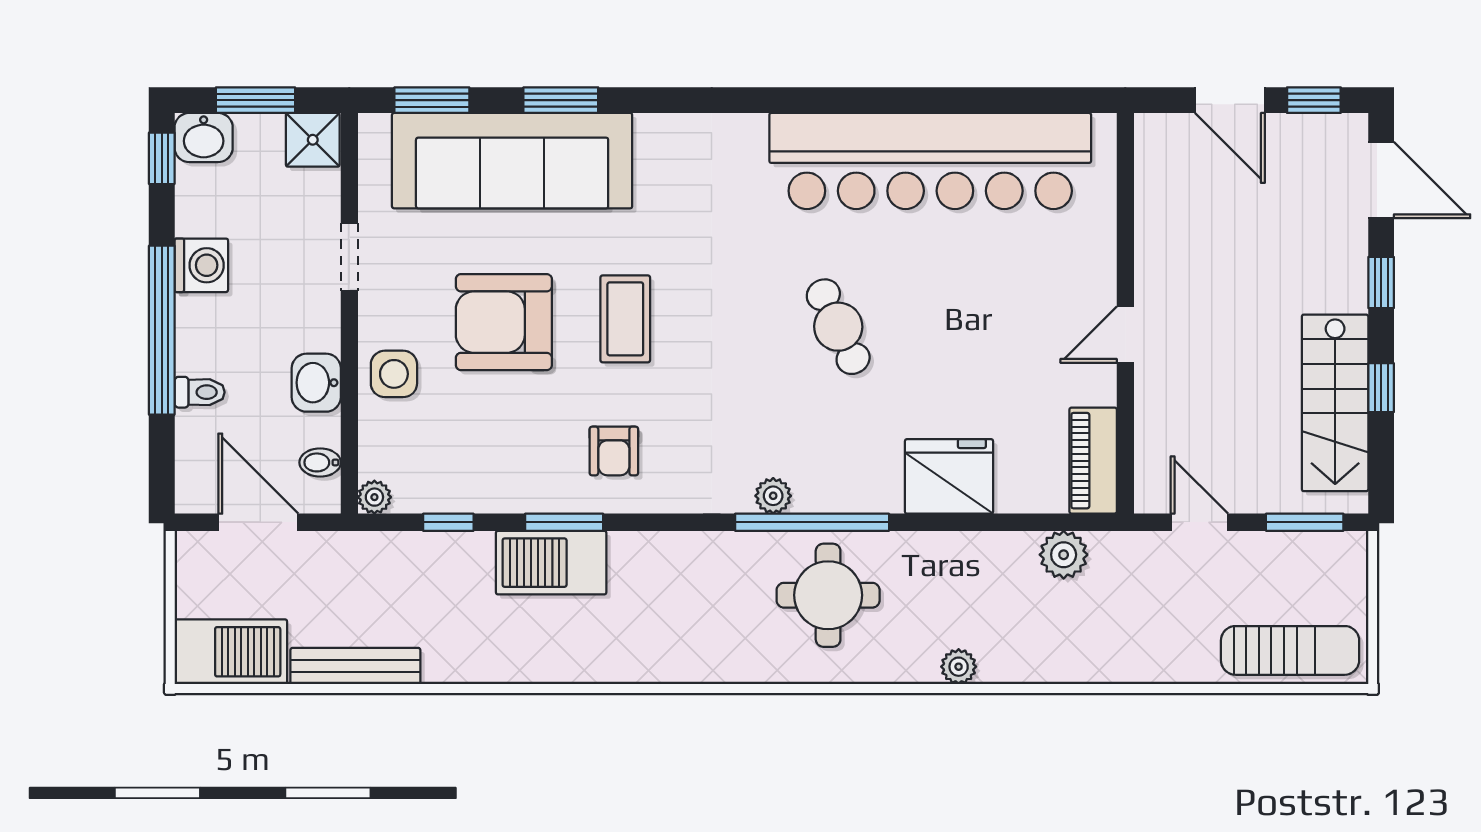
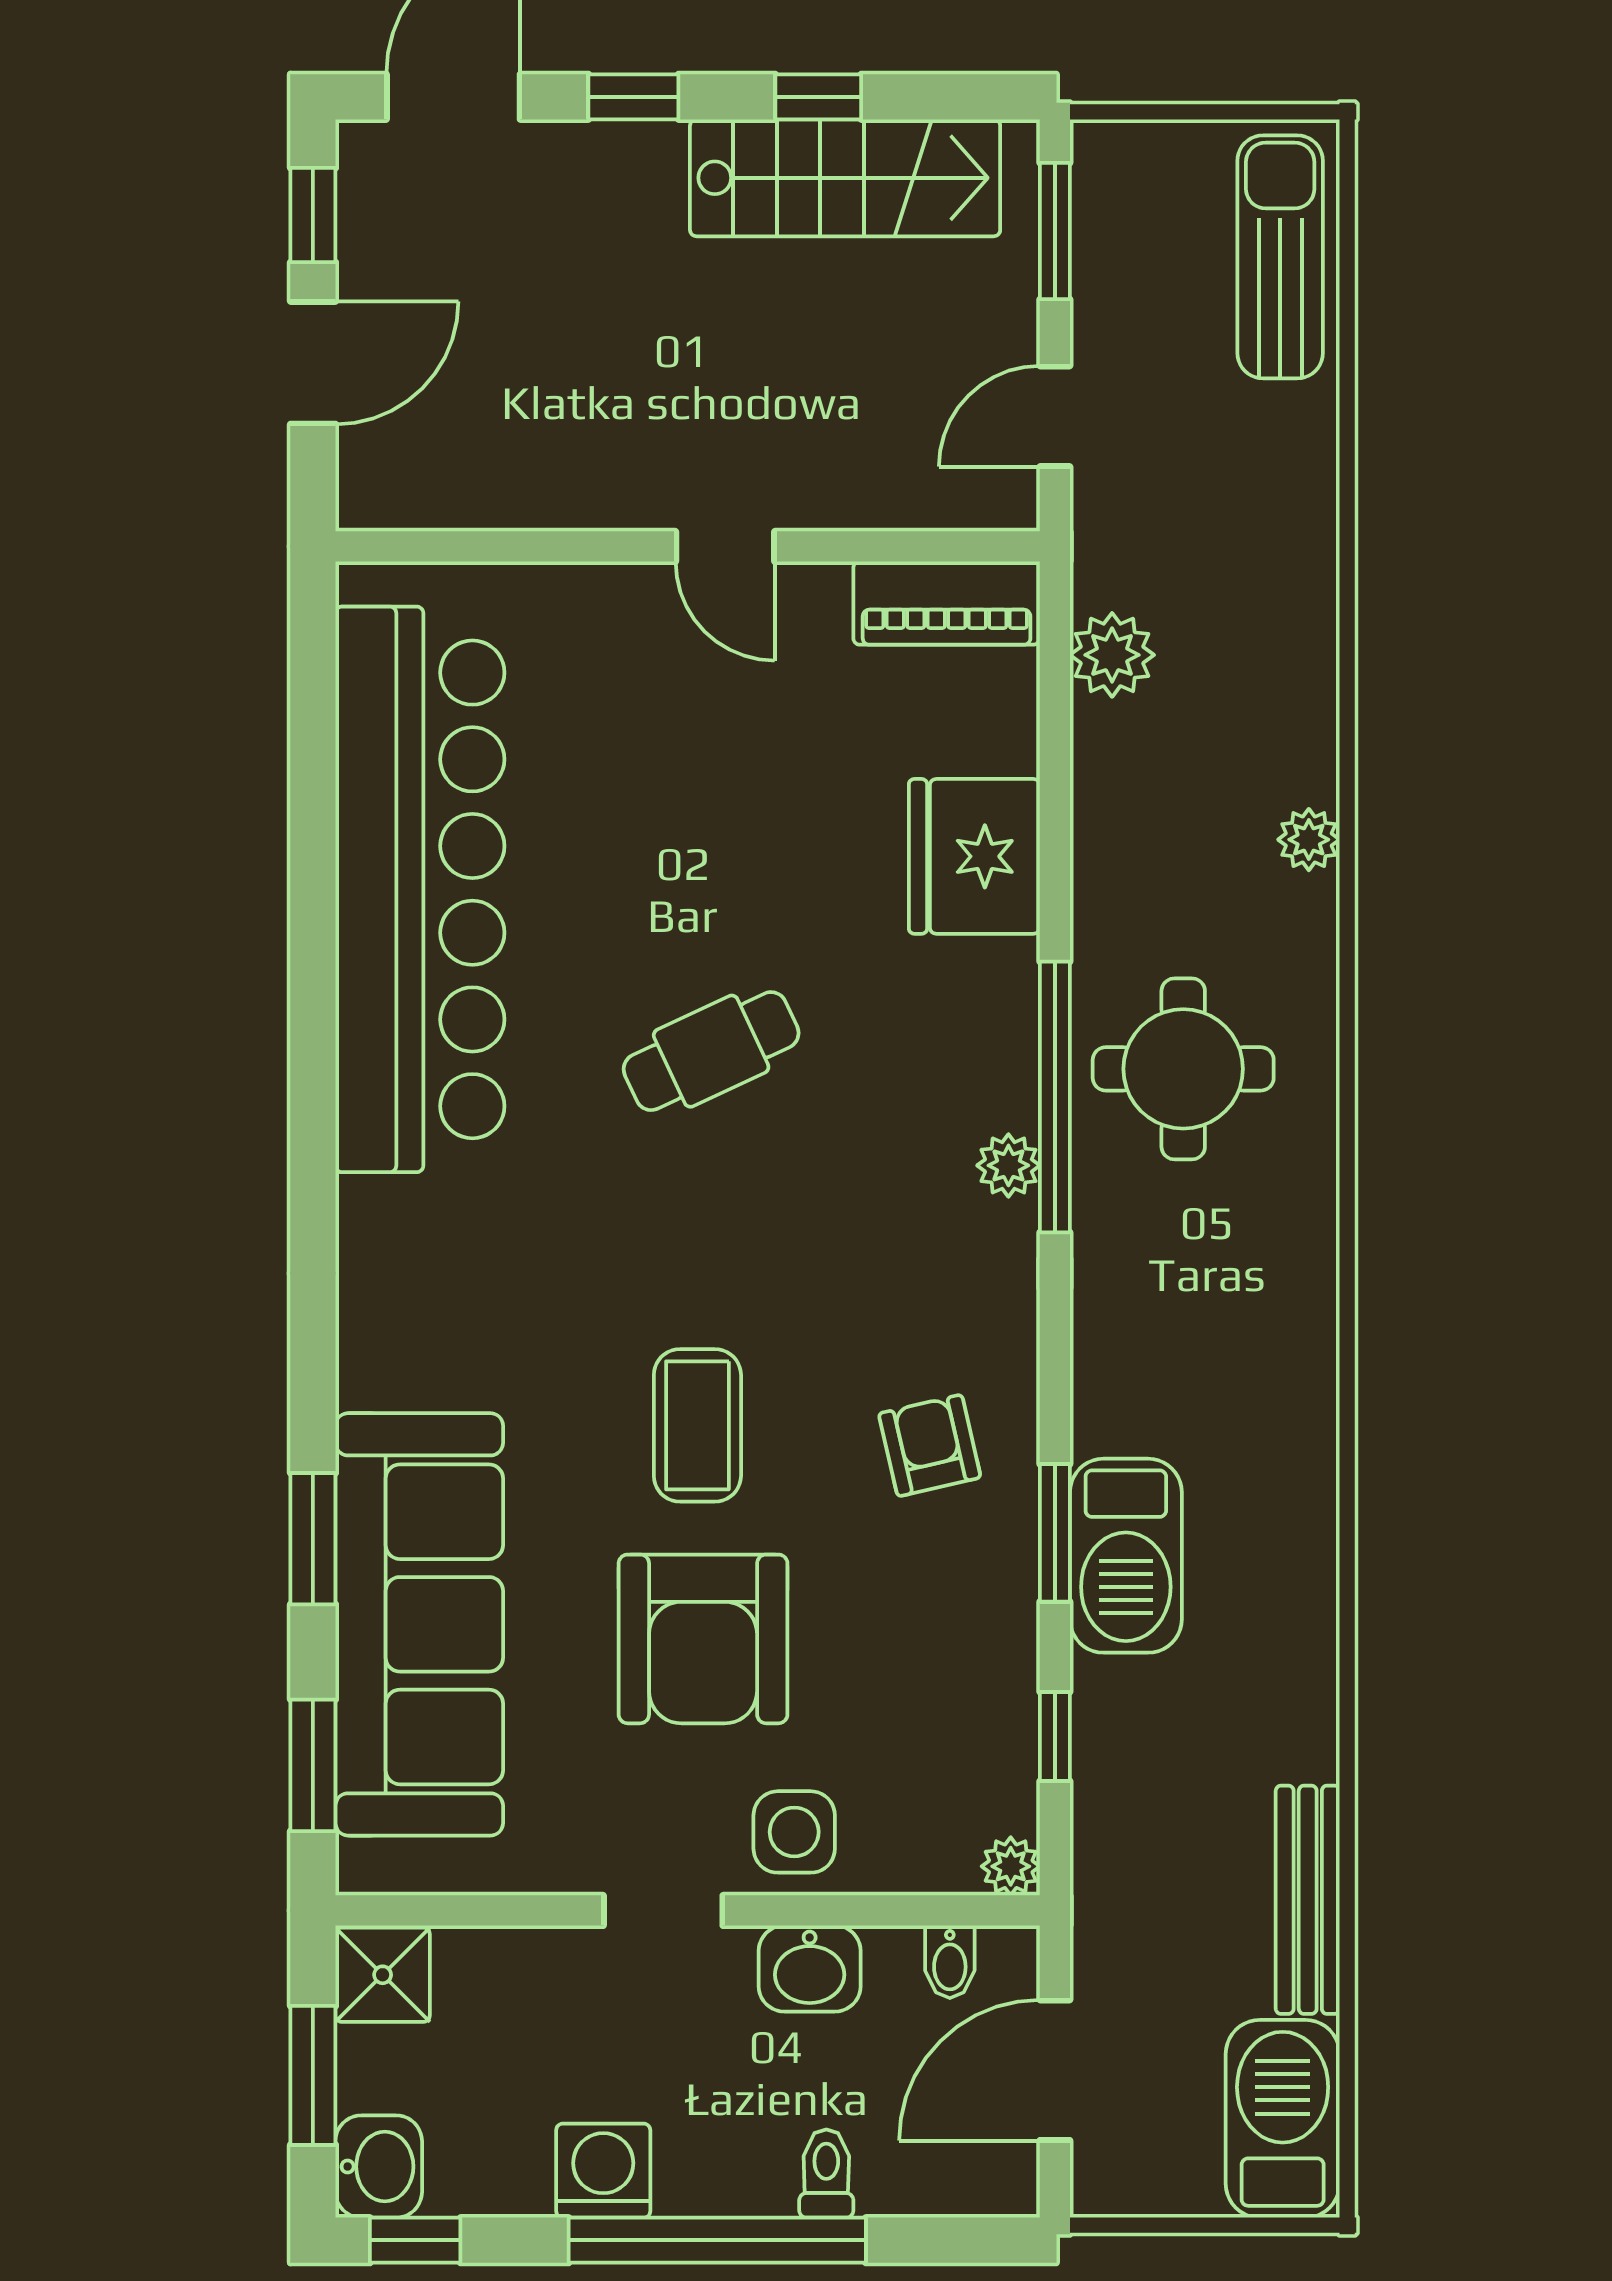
doorway: (349, 257) -> (663, 1910), moved
coffee table: (625, 319) -> (697, 1425), turned 90
armchair: (614, 451) -> (930, 1446), turned -103

